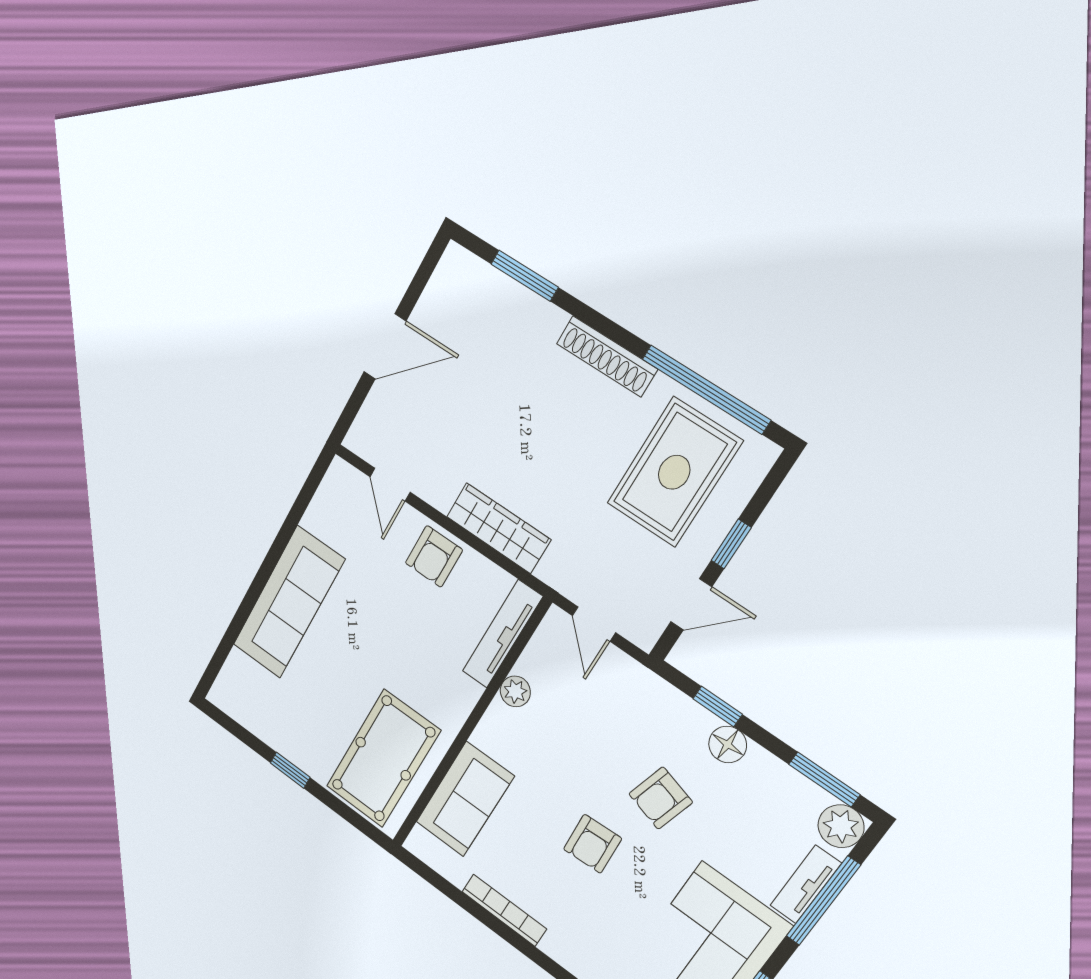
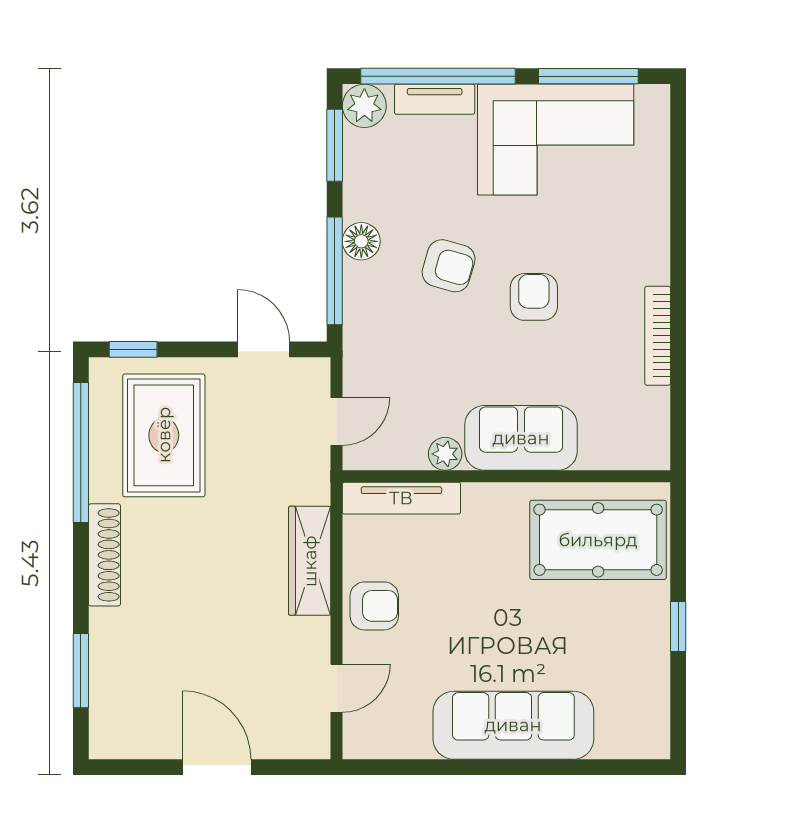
rug: (674, 472) -> (164, 435), turned 90
window: (731, 544) -> (133, 349), moved
window: (718, 706) -> (335, 271), width x2.17
sofa: (465, 799) -> (521, 438), moved
armchair: (592, 844) -> (534, 297), turned -87
window: (823, 901) -> (438, 76), width x1.46

